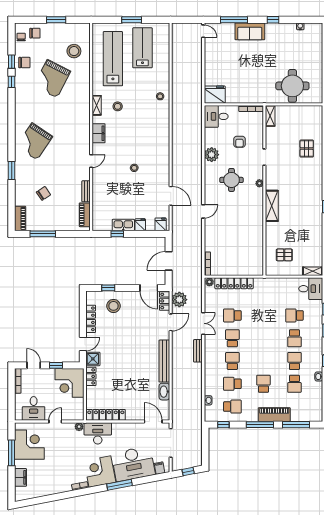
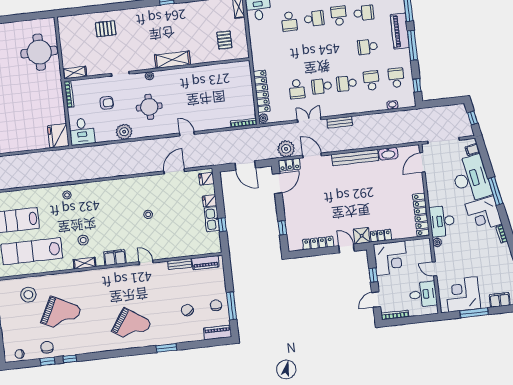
chair: (35, 33) -> (216, 305), moved
stool: (113, 306) -> (301, 220), removed
school desk: (294, 361) -> (339, 16), turned 90
school desk: (232, 384) -> (371, 81), turned 180

